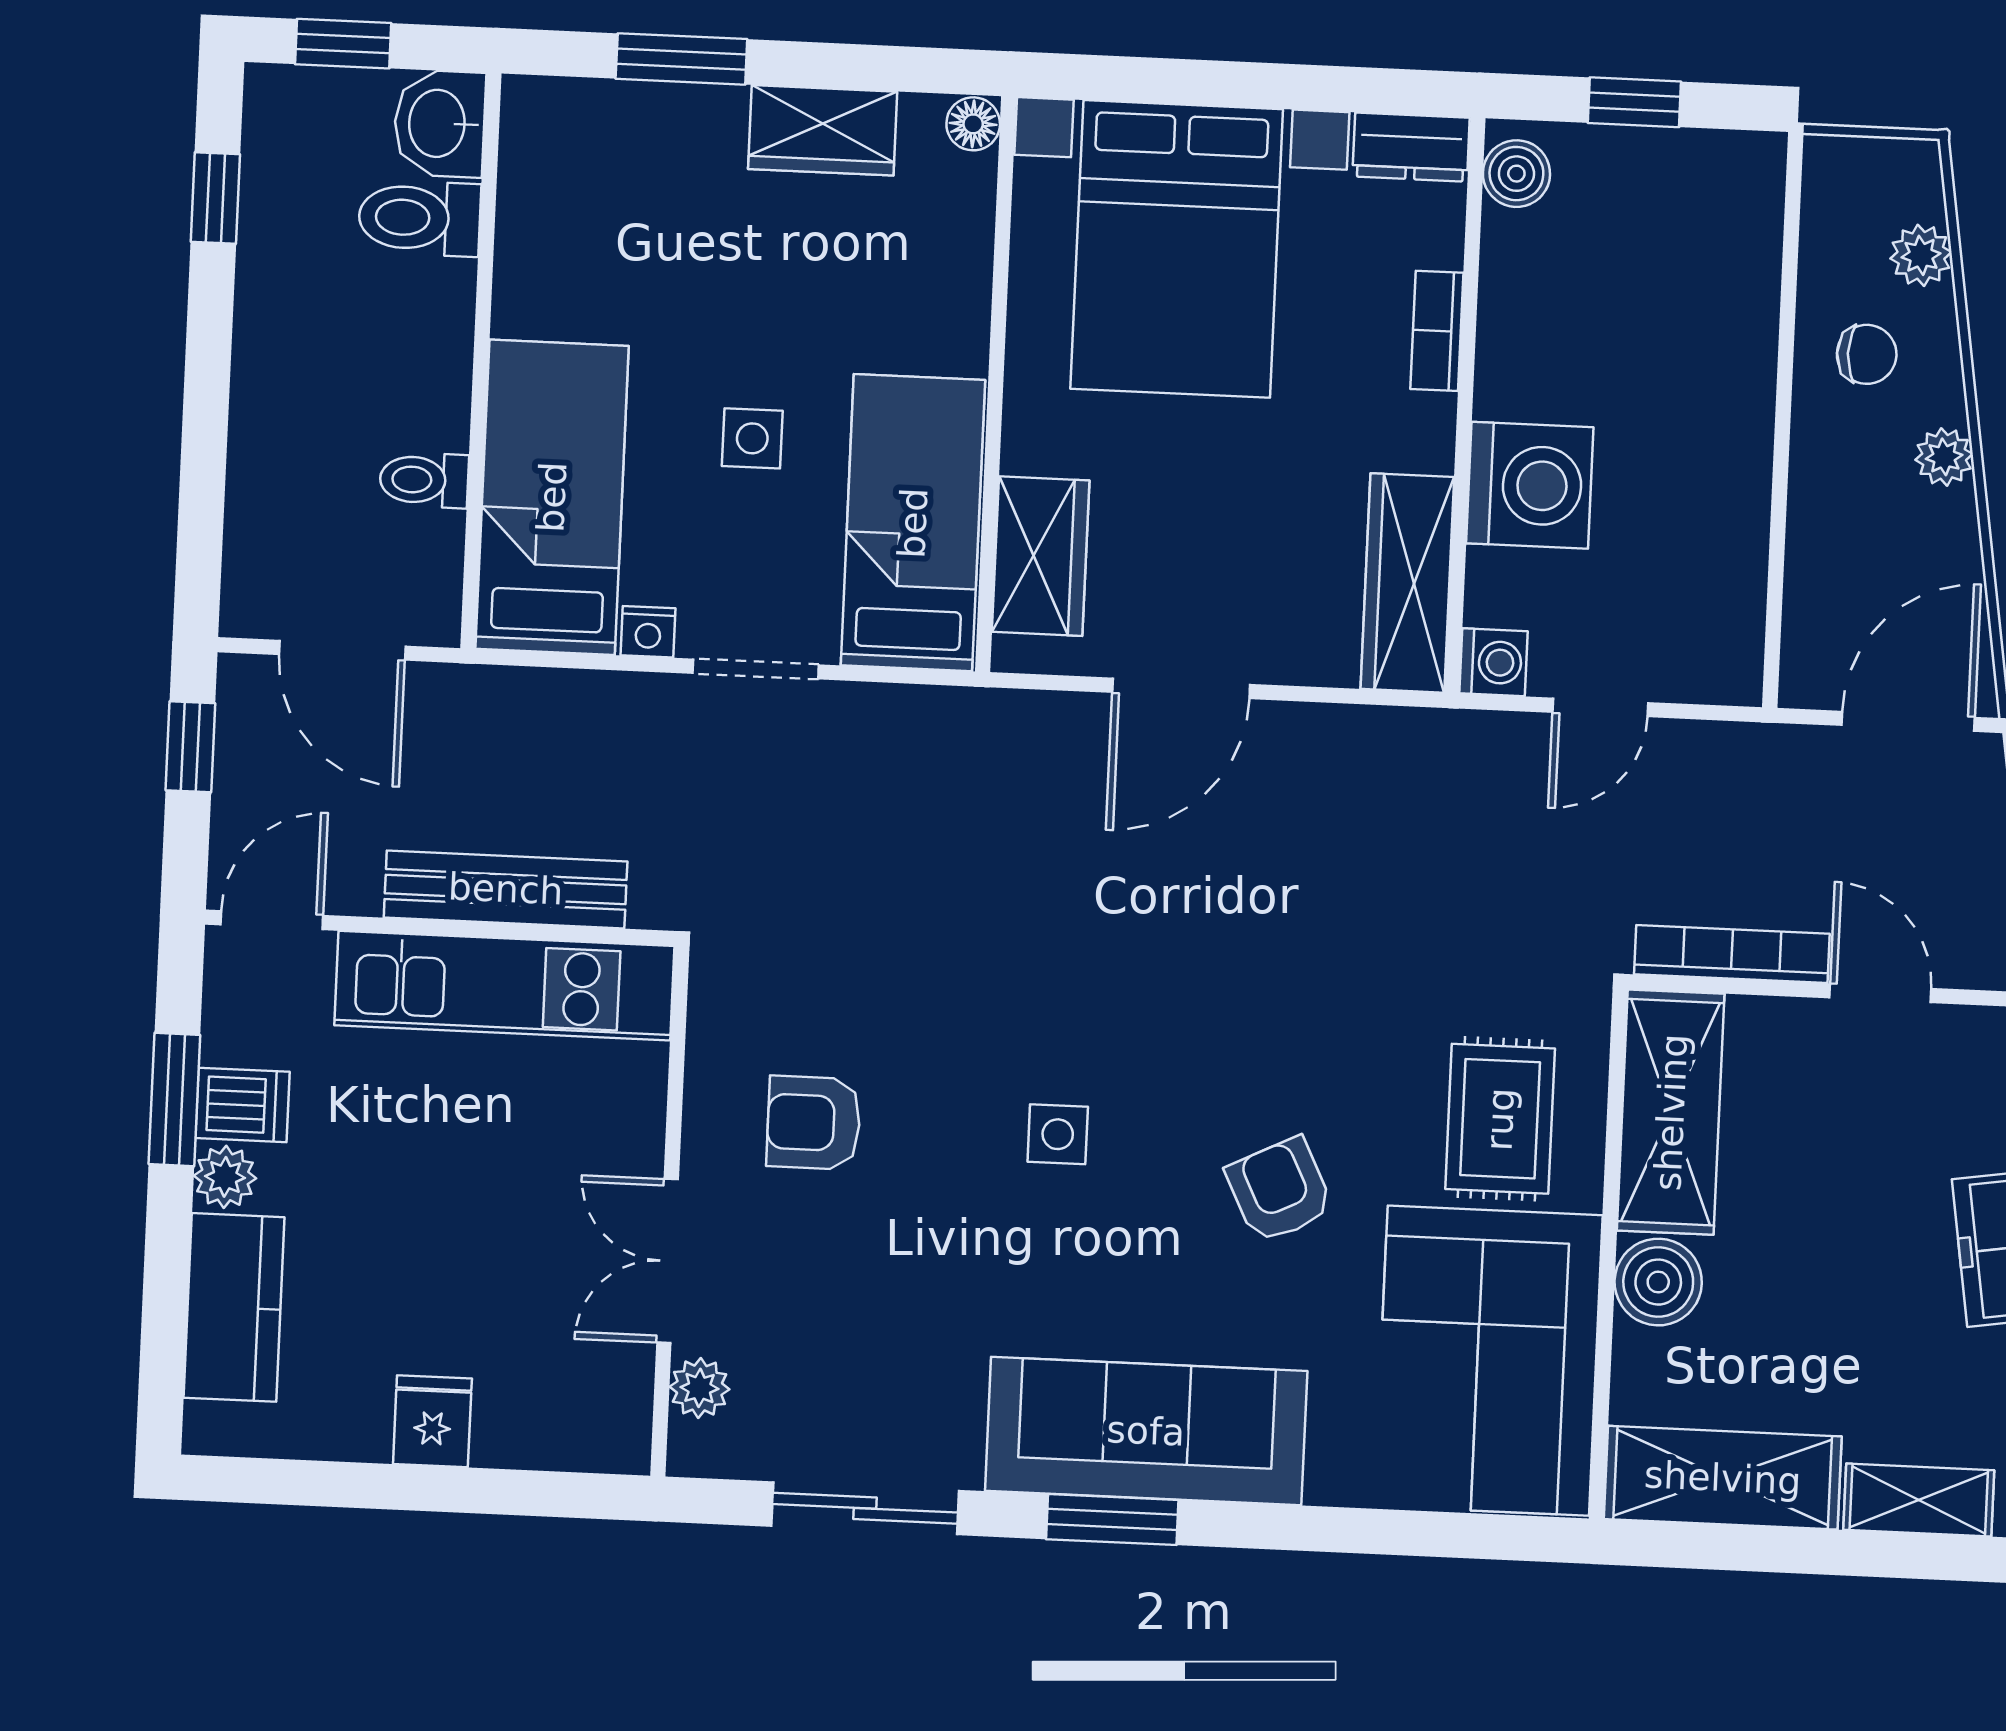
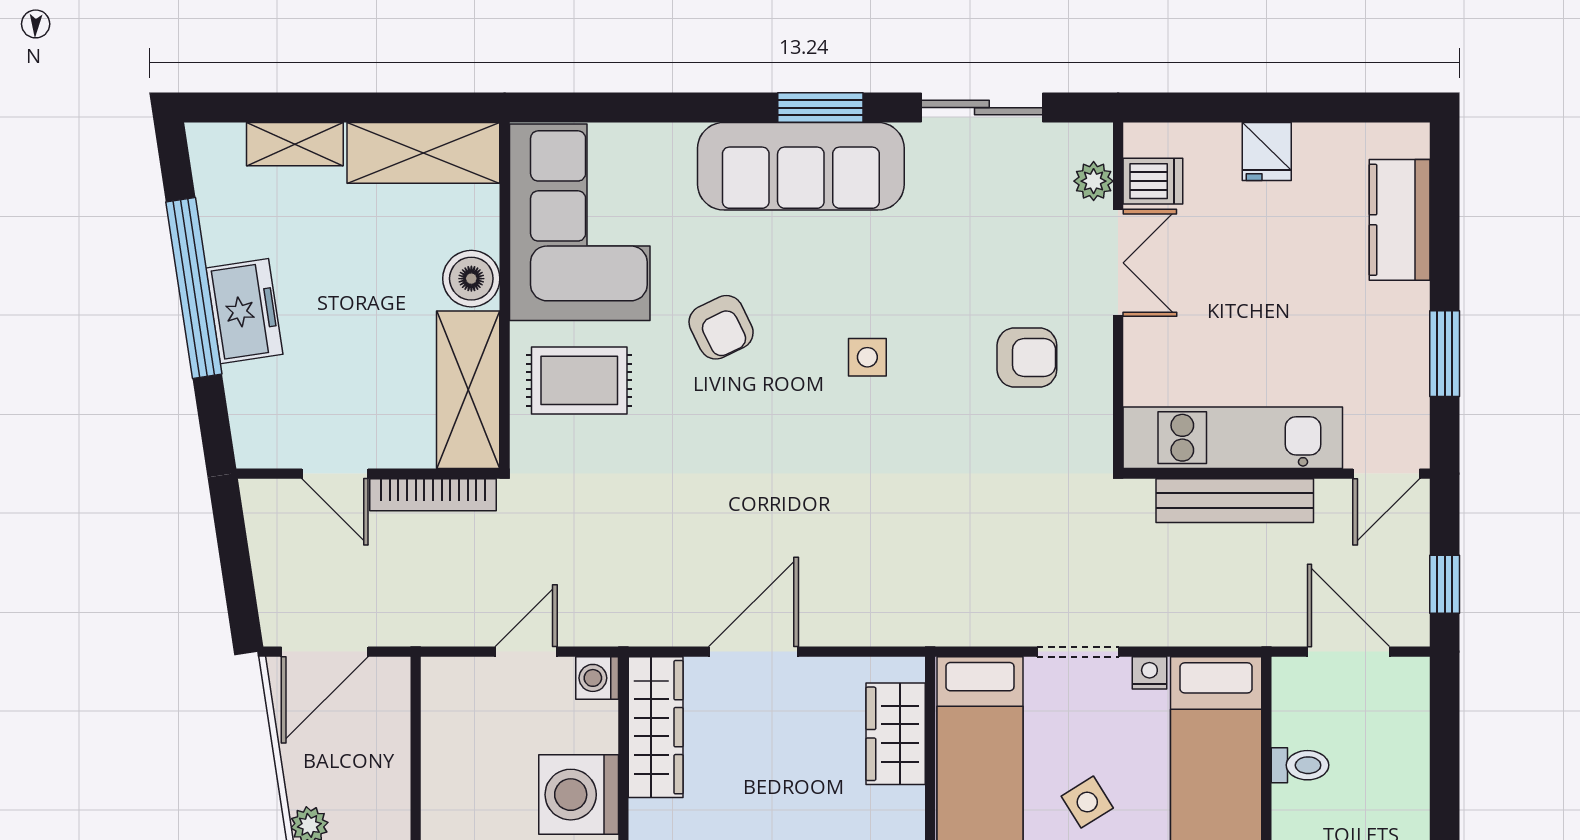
side table: (752, 438) -> (1087, 802), turned -32
door: (1181, 688) -> (754, 652), moved
dishwasher: (243, 1105) -> (1153, 181), moved, turned 180
rug: (1500, 1119) -> (579, 380), turned 90
plant: (225, 1177) -> (1409, 305), removed

